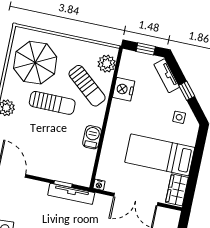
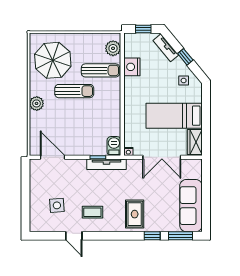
sun lounger: (87, 86) -> (101, 70), turned -40
barbecue: (92, 137) -> (114, 146), moved

